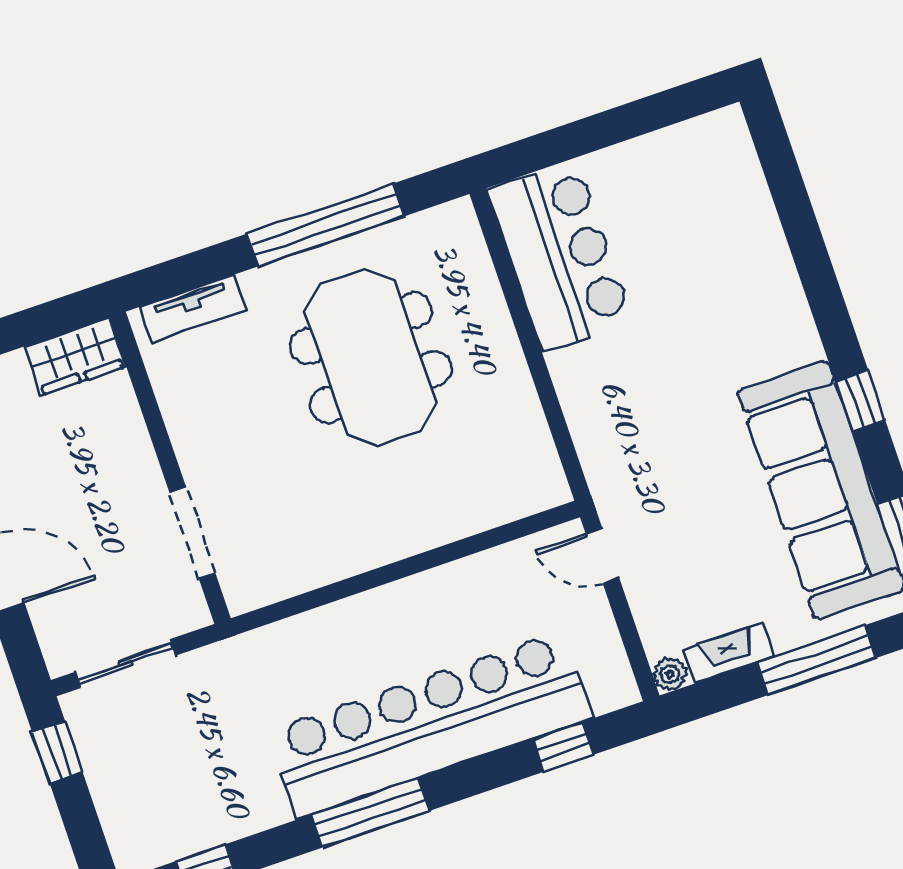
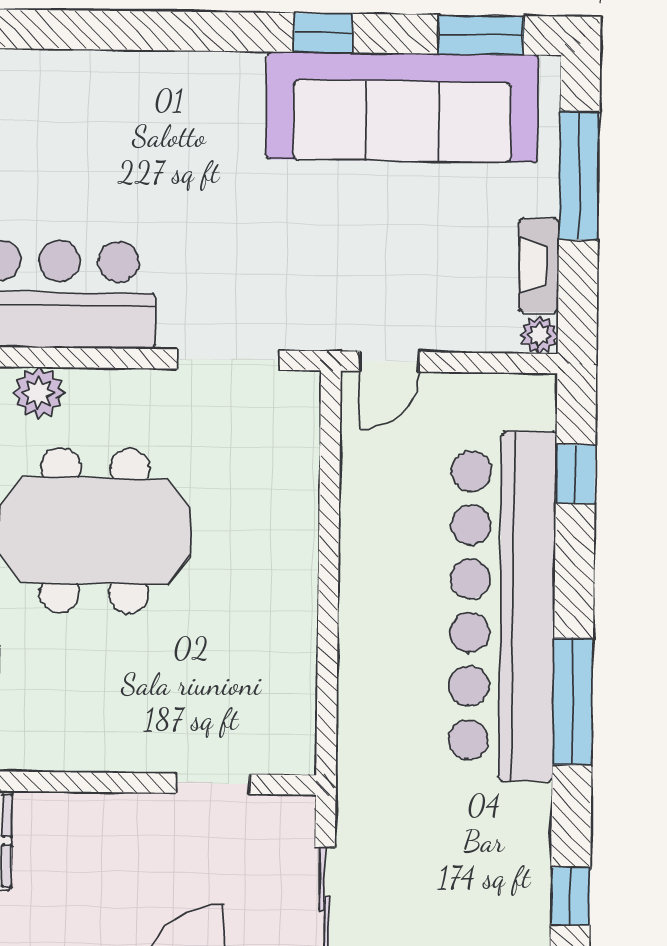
plant: (471, 269) -> (39, 393), added
doorway: (556, 419) -> (228, 360), added
doorway: (193, 533) -> (213, 784), width x0.73

